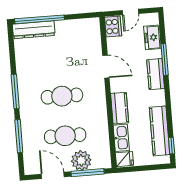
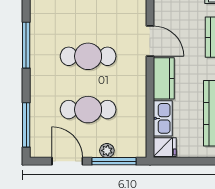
door: (106, 67) -> (150, 41), moved
window: (19, 136) -> (26, 125), moved
plant: (81, 160) -> (107, 151), width x0.53, depth x0.53

